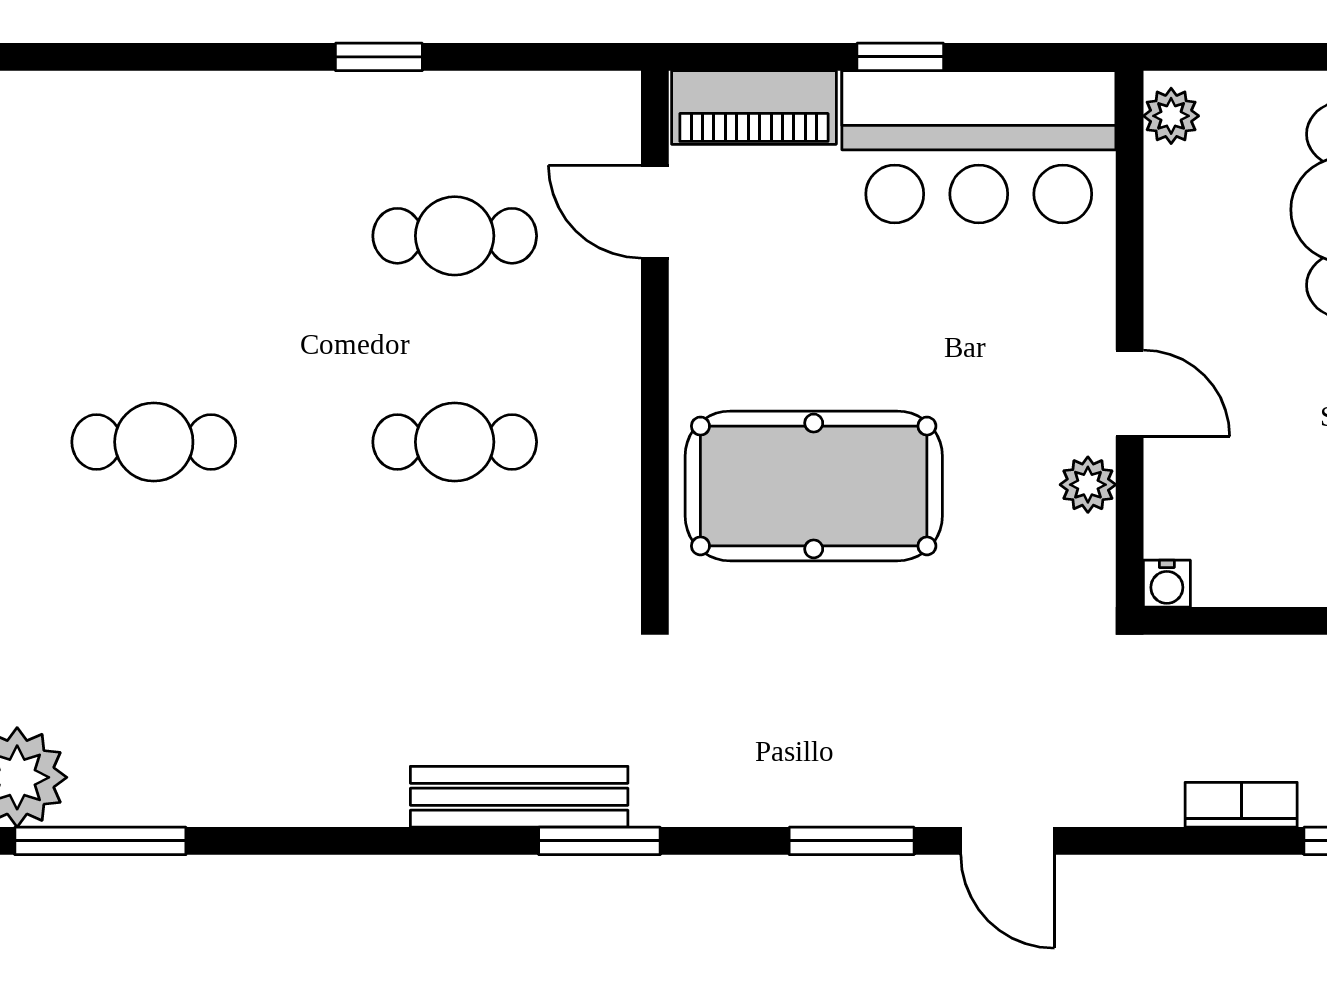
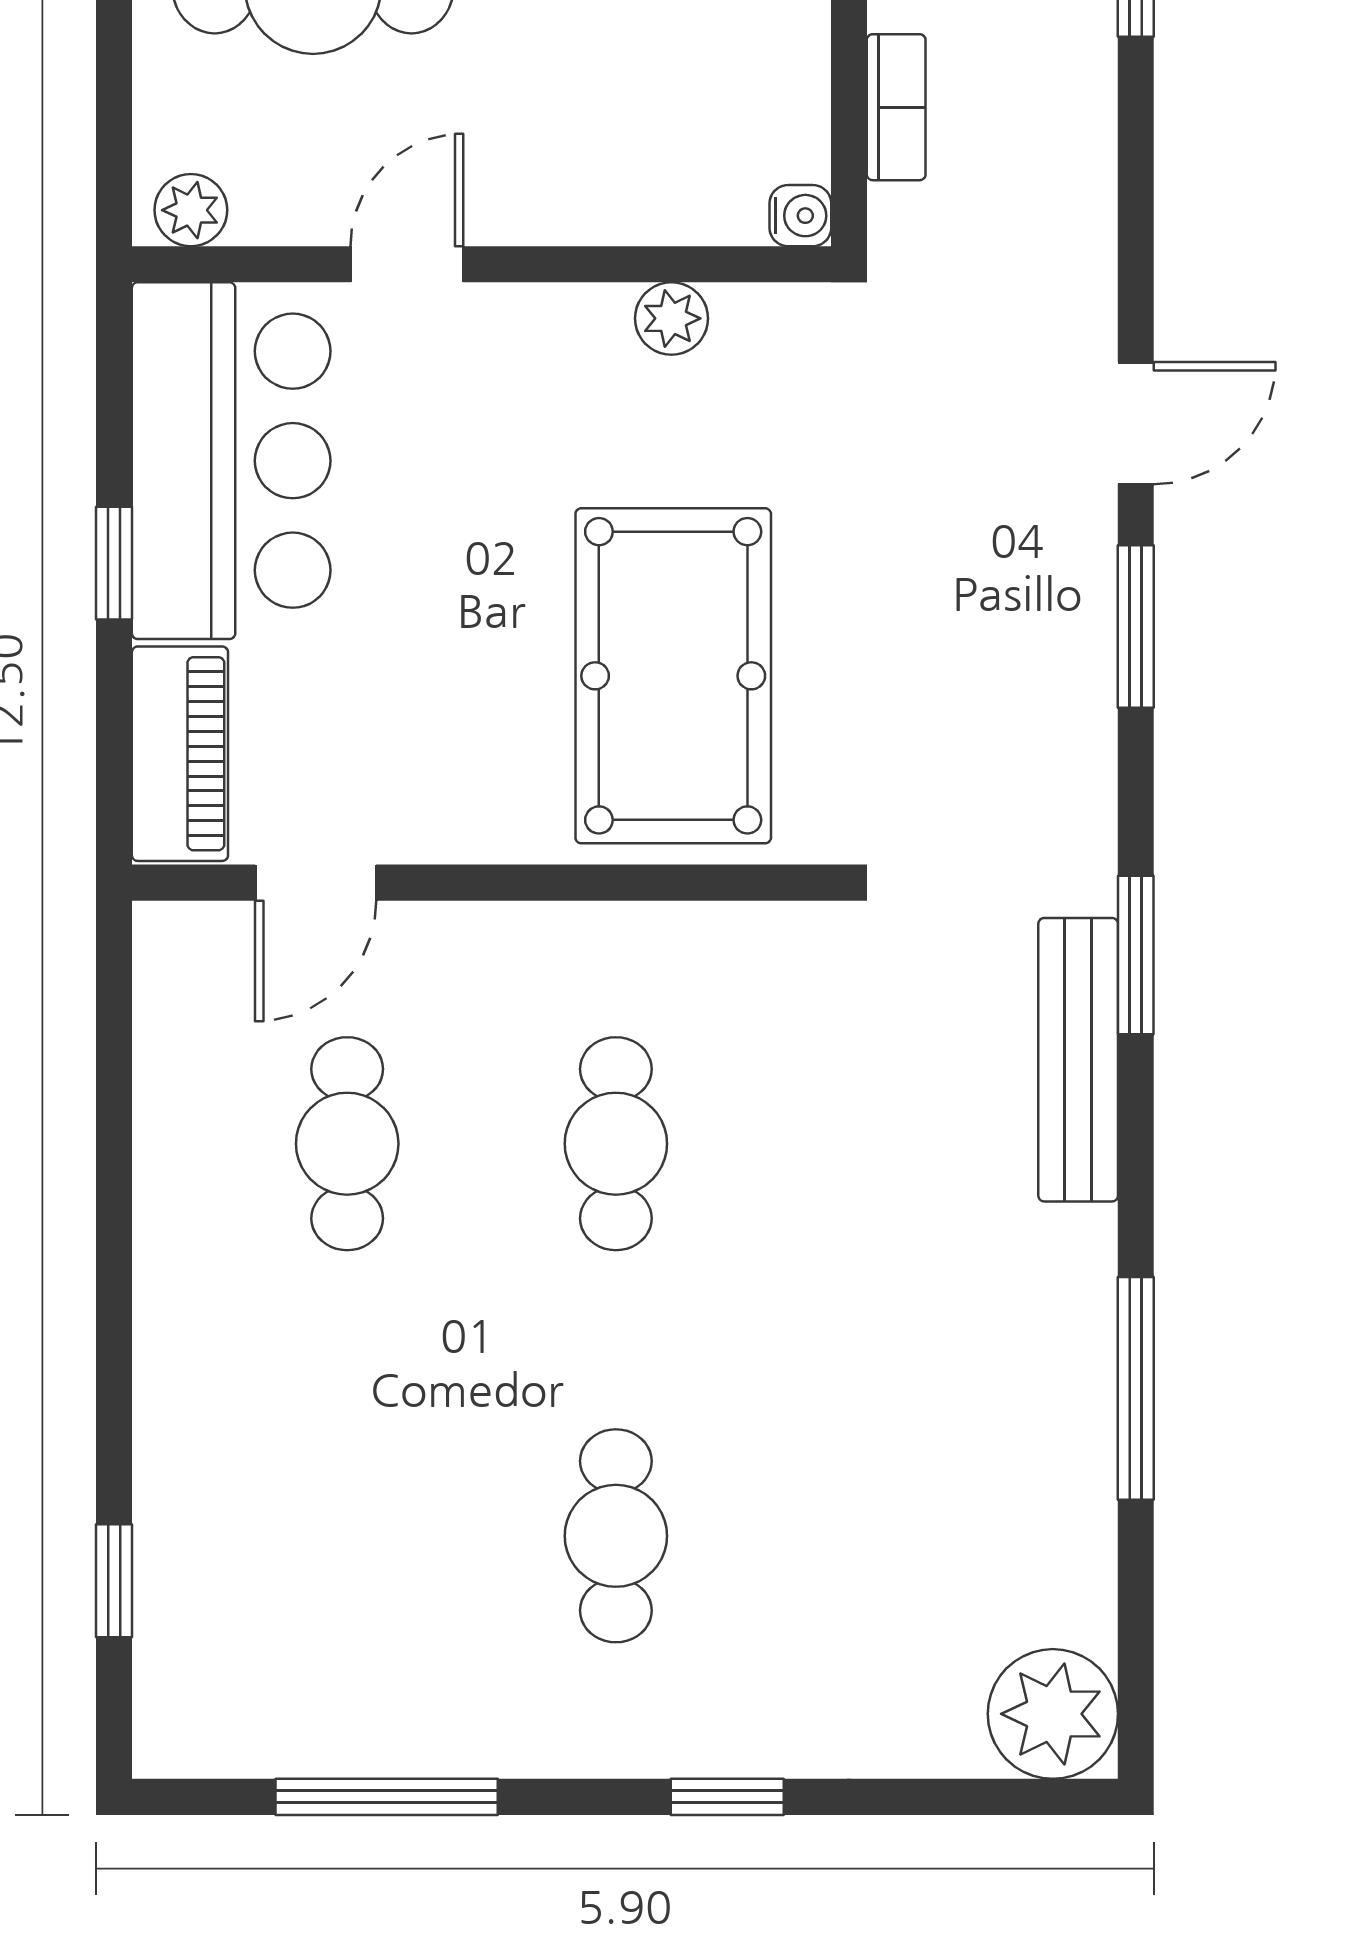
window: (379, 57) -> (114, 1581), moved
door: (1130, 393) -> (407, 264), moved
bookcase: (1241, 805) -> (896, 107), moved, turned 180
window: (100, 841) -> (1136, 1388), moved

